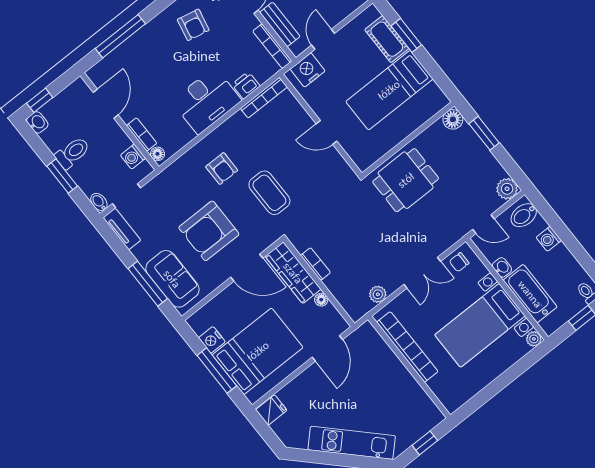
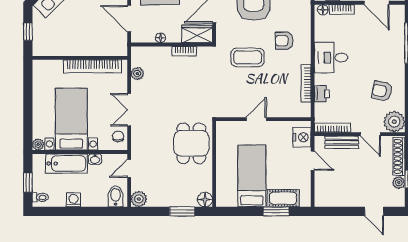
bookcase: (264, 98) -> (306, 83), moved
desk: (206, 101) -> (331, 58), width x0.73
washing machine: (549, 239) -> (74, 200), moved
wardrobe: (293, 273) -> (197, 34), width x0.67

